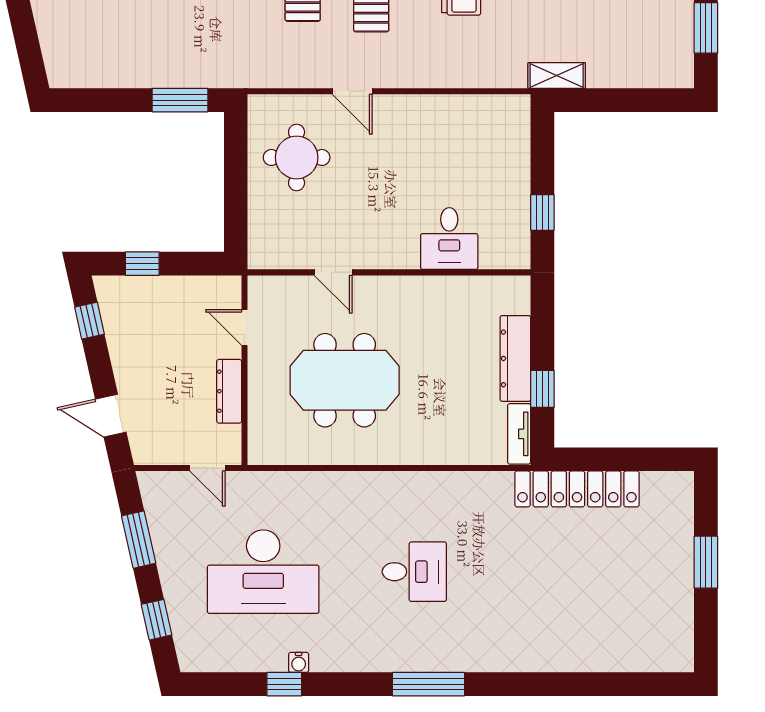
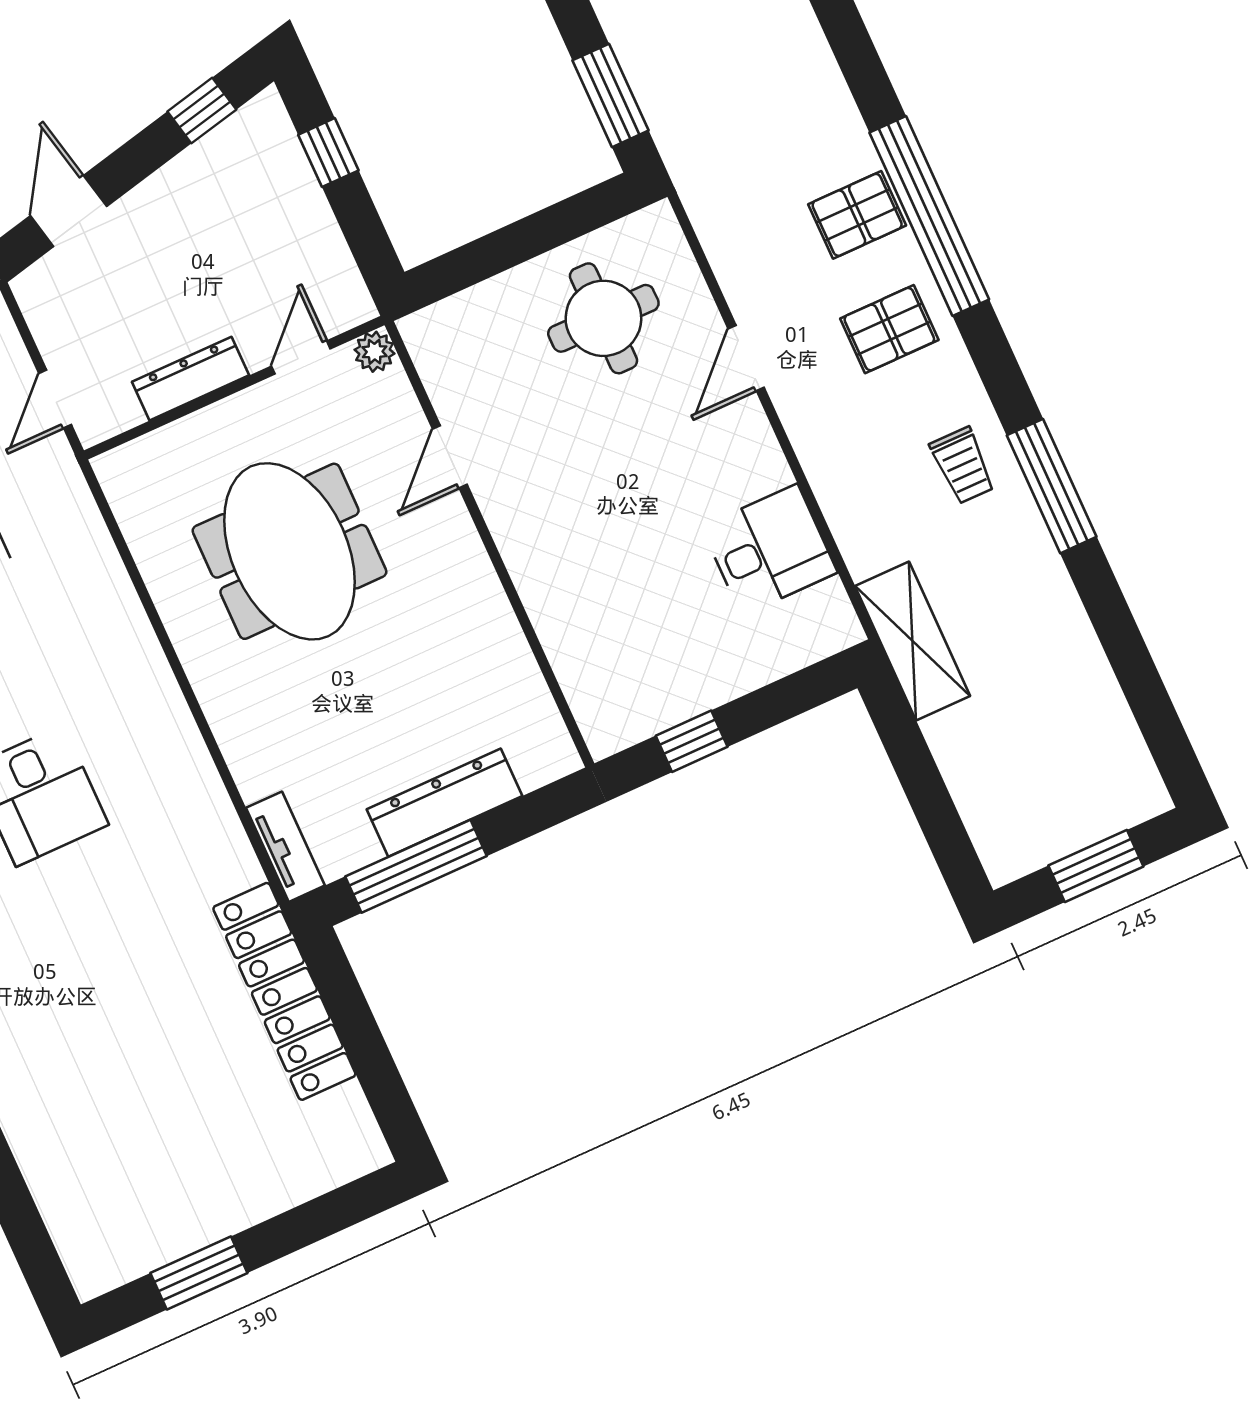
shelving: (557, 75) -> (912, 641), width x1.50, depth x1.33
desk: (449, 239) -> (769, 550), moved, turned 180
plant: (259, 287) -> (375, 352), added
window: (542, 389) -> (416, 866), width x2.17
tv unit: (519, 434) -> (285, 847), moved, turned 90
window: (706, 562) -> (199, 1273), moved

